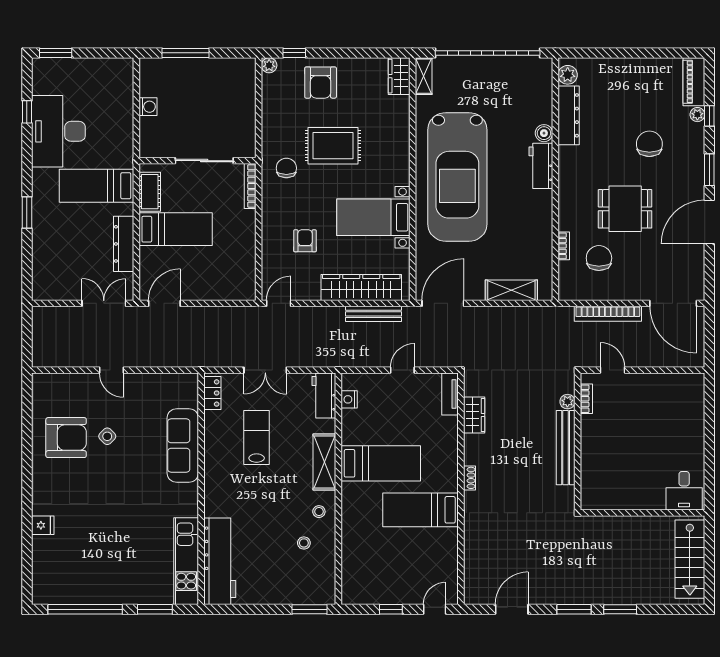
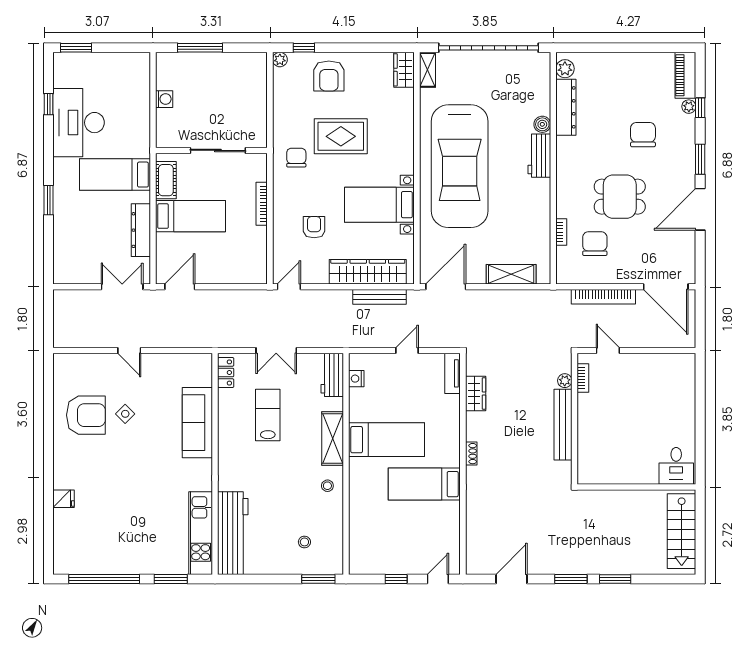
bookcase: (250, 186) -> (262, 204), moved
stool: (304, 543) -> (304, 542), moved

